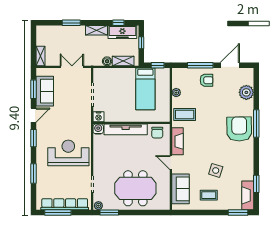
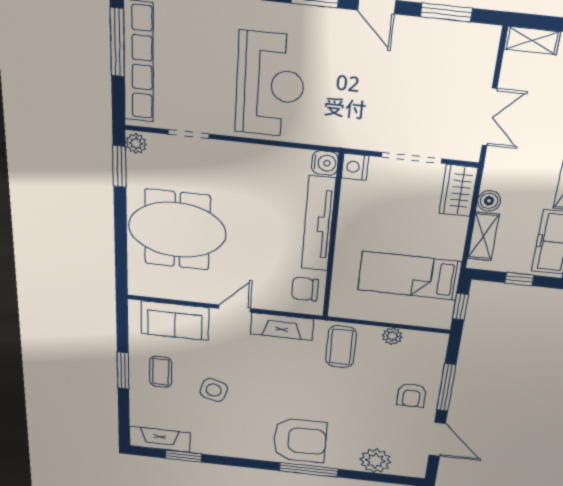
wardrobe: (104, 74) -> (458, 191), added
sofa: (45, 91) -> (437, 42), removed
meeting table: (135, 188) -> (177, 230), turned 90
window: (238, 212) -> (123, 371), moved

